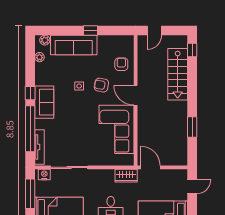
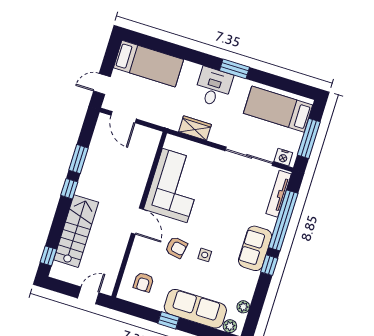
armchair: (121, 64) -> (143, 282), moved
window: (192, 103) -> (69, 189), added
door: (151, 167) -> (124, 117), moved
wardrobe: (126, 176) -> (195, 128), moved

